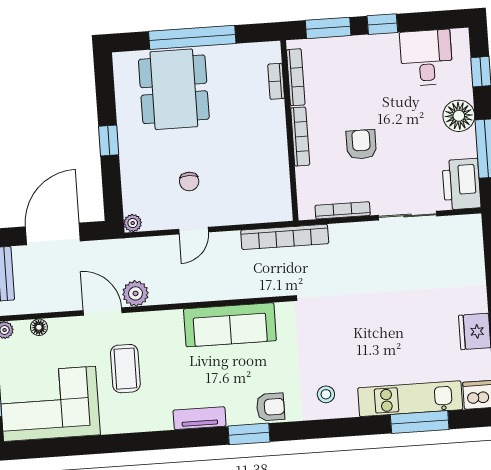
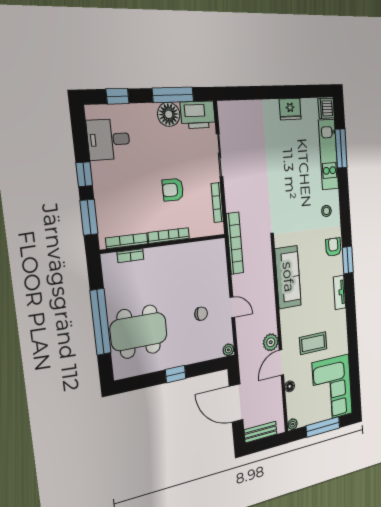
floor lamp: (459, 116) -> (169, 114), moved
floor lamp: (39, 327) -> (290, 386), moved

